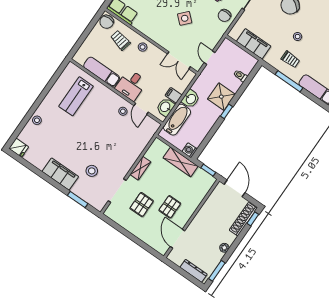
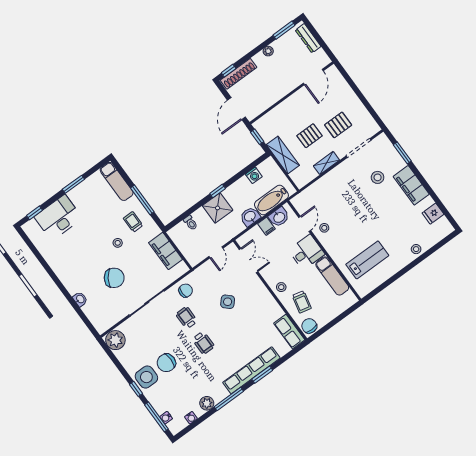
chair: (107, 22) -> (309, 326), turned -89
fridge: (19, 148) -> (433, 214), moved, turned -90
washing machine: (190, 150) -> (254, 175), moved
pallet: (170, 207) -> (309, 136), moved

